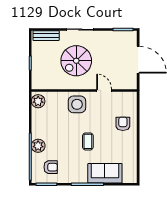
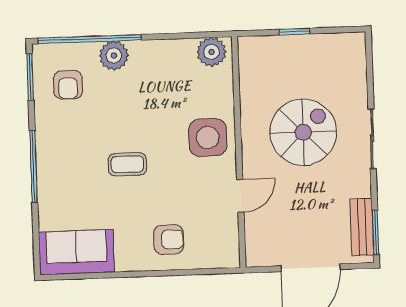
bench: (46, 36) -> (362, 227), moved
spiral stairs: (76, 61) -> (303, 132), turned 90
sofa: (105, 173) -> (77, 252), moved, turned -90

